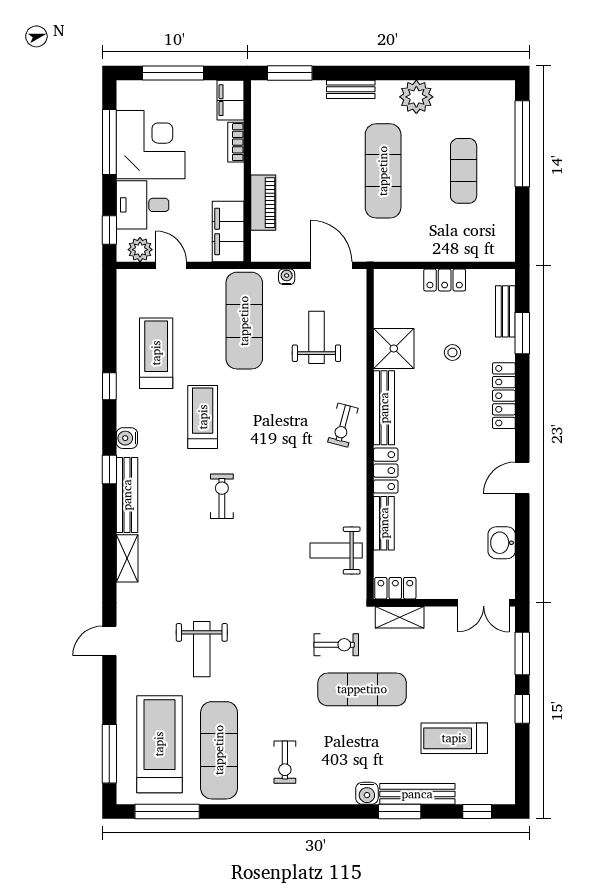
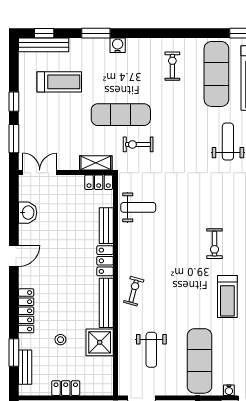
water cooler: (287, 277) -> (229, 390), moved
bench: (417, 794) -> (44, 45), moved

